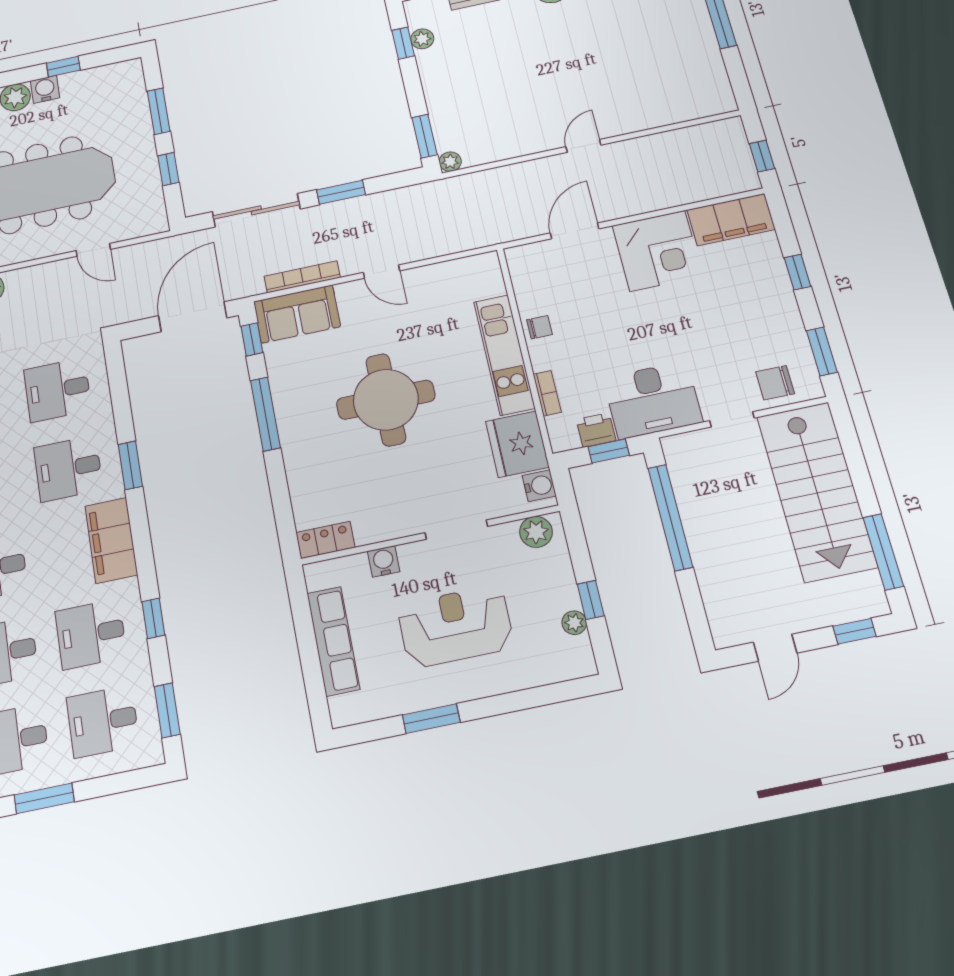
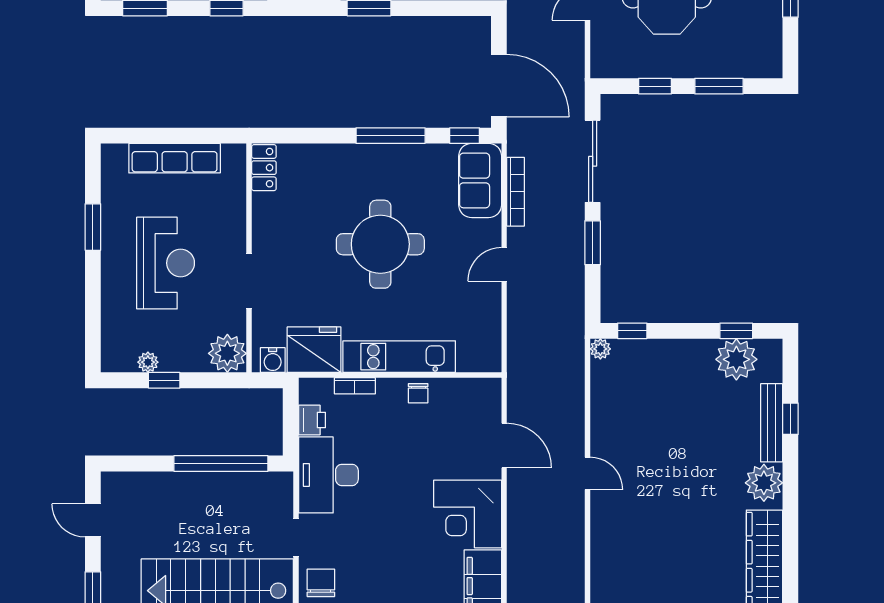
plant: (422, 39) -> (736, 359), width x1.88, depth x1.88
window: (425, 136) -> (632, 331), width x0.67
window: (609, 451) -> (291, 426), removed
plant: (536, 532) -> (227, 353), width x1.36, depth x1.36
water cooler: (384, 561) -> (234, 214), removed

